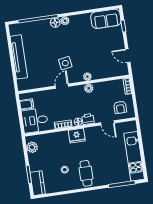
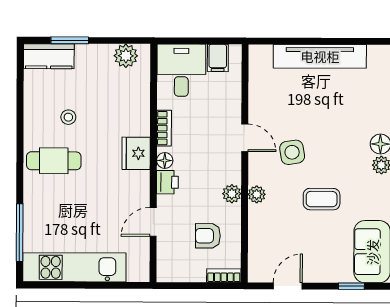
coffee table: (85, 46) -> (322, 199), added
armchair: (120, 107) -> (208, 236), moved

